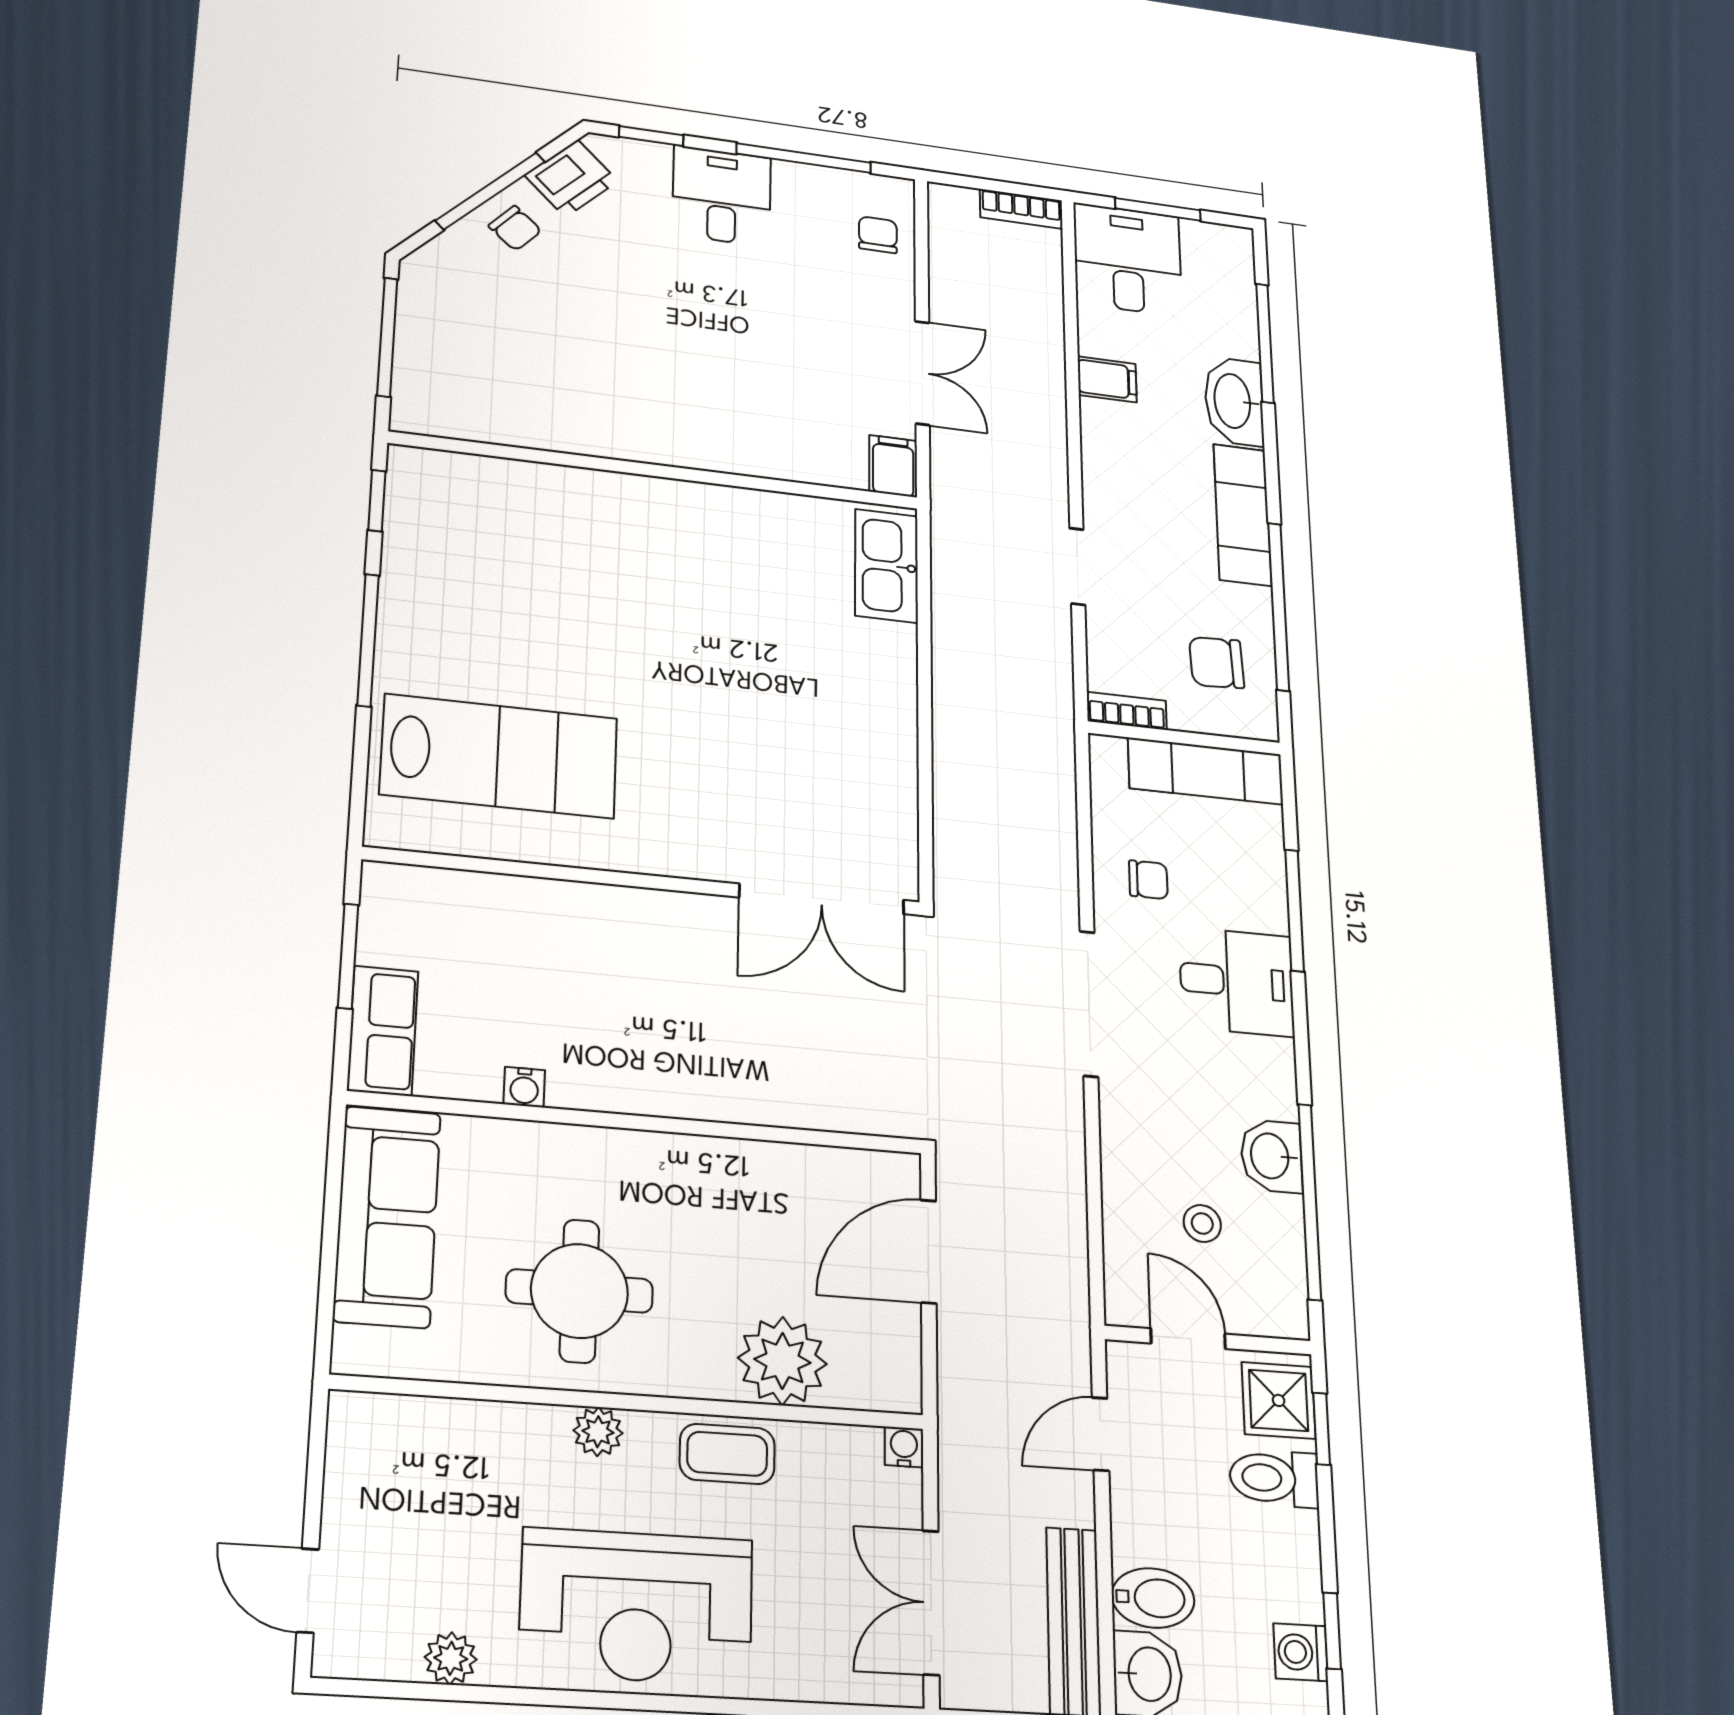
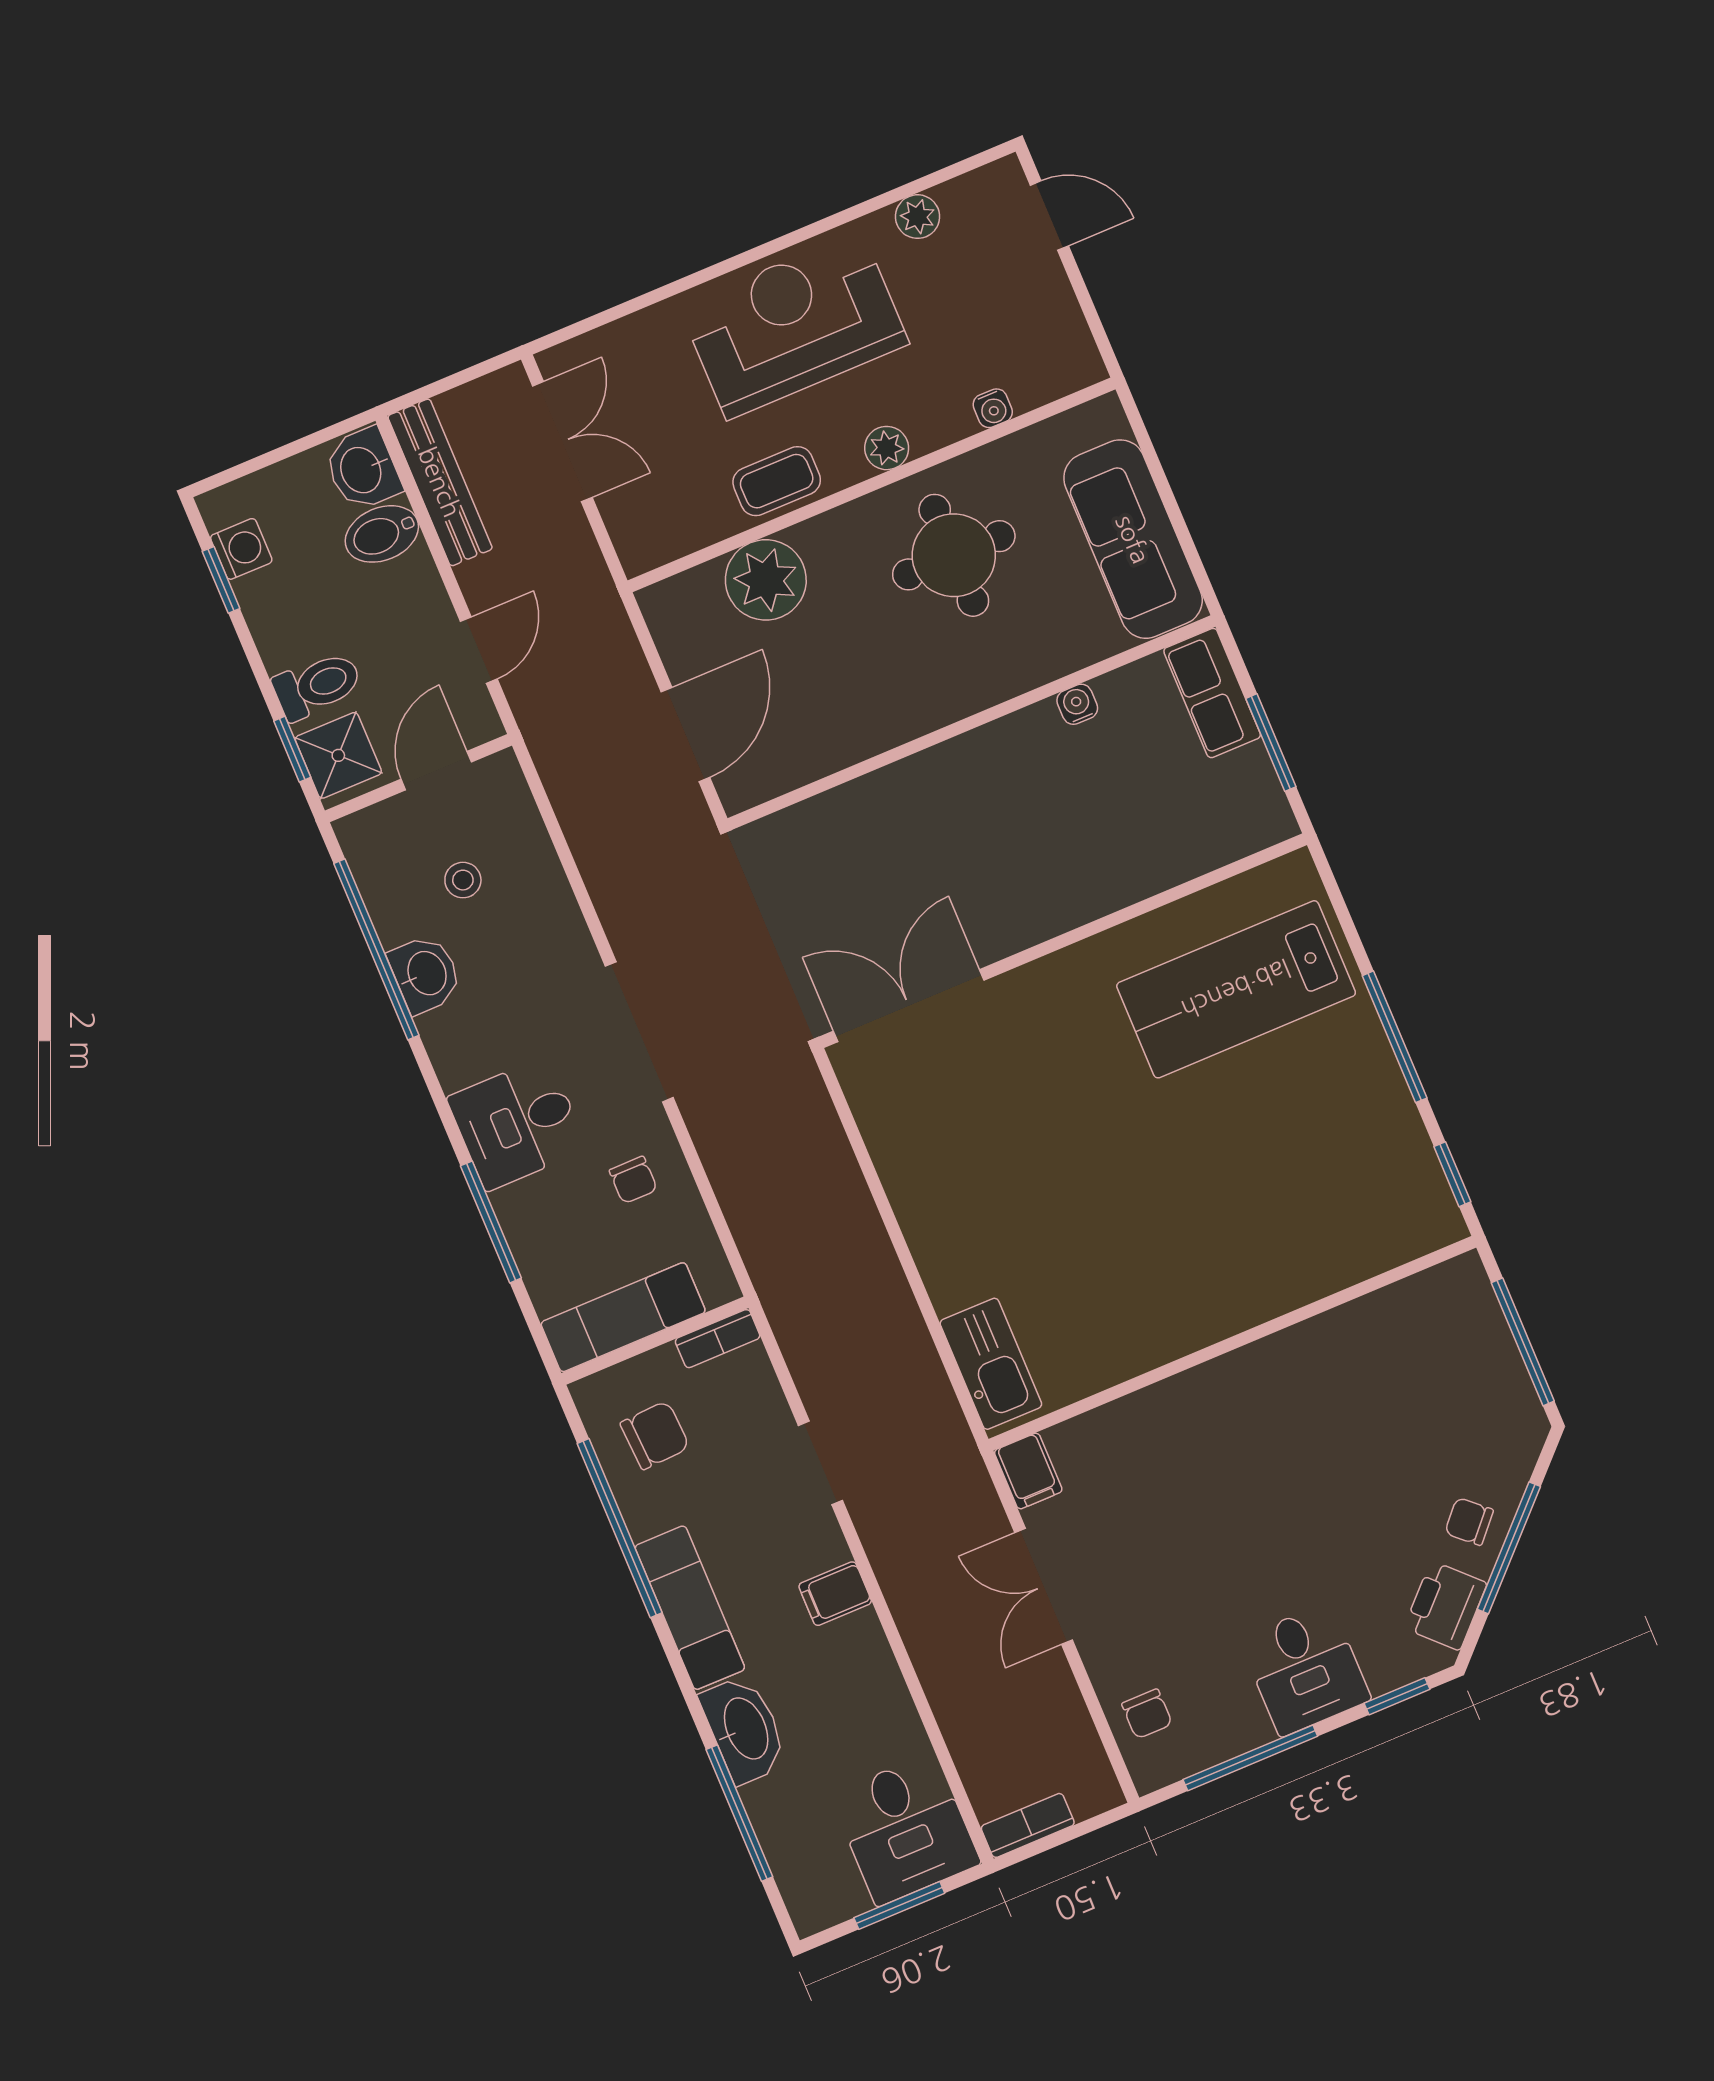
filing cabinet: (1107, 379) -> (835, 1594), moved
chair: (1148, 880) -> (633, 1180), turned -90
door: (1188, 1339) -> (436, 771), swing flipped
water cooler: (904, 1447) -> (993, 408), moved

